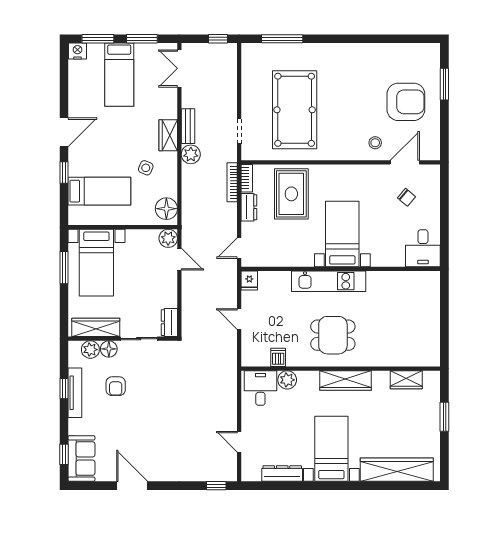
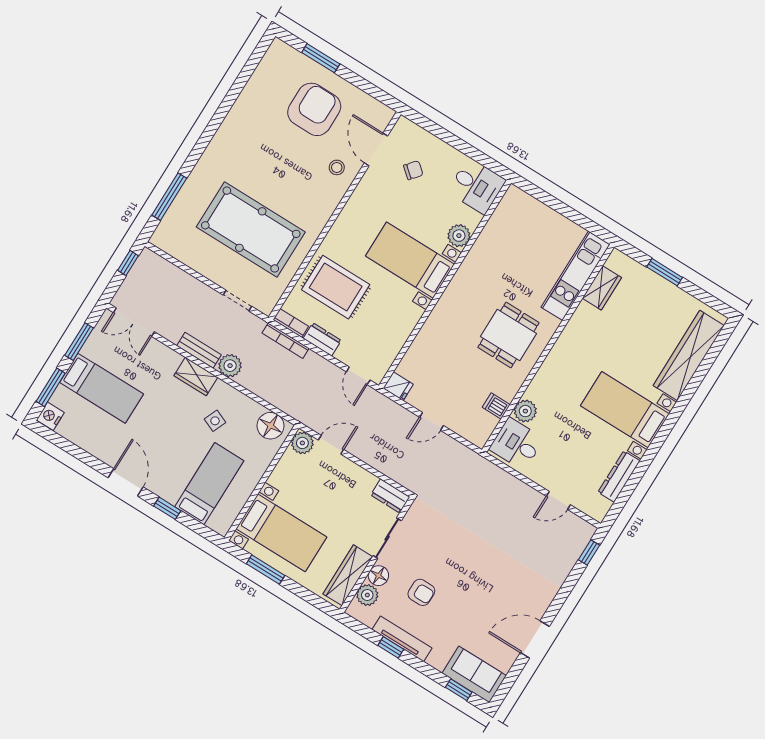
plant: (381, 258) -> (459, 236), added
kitchen unit: (329, 281) -> (576, 276), moved, turned 180
wardrobe: (346, 381) -> (564, 351), removed

